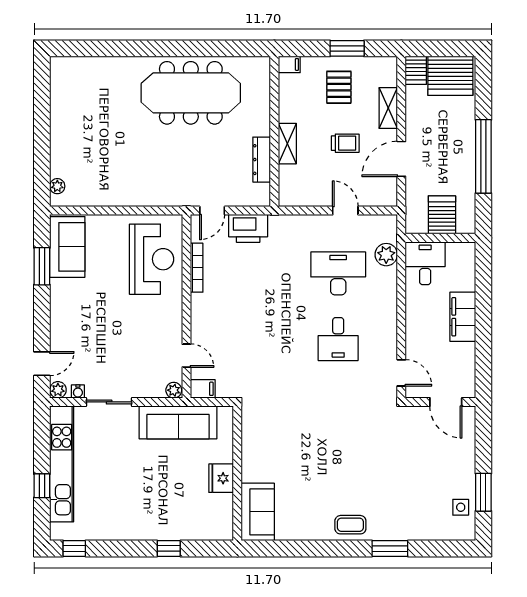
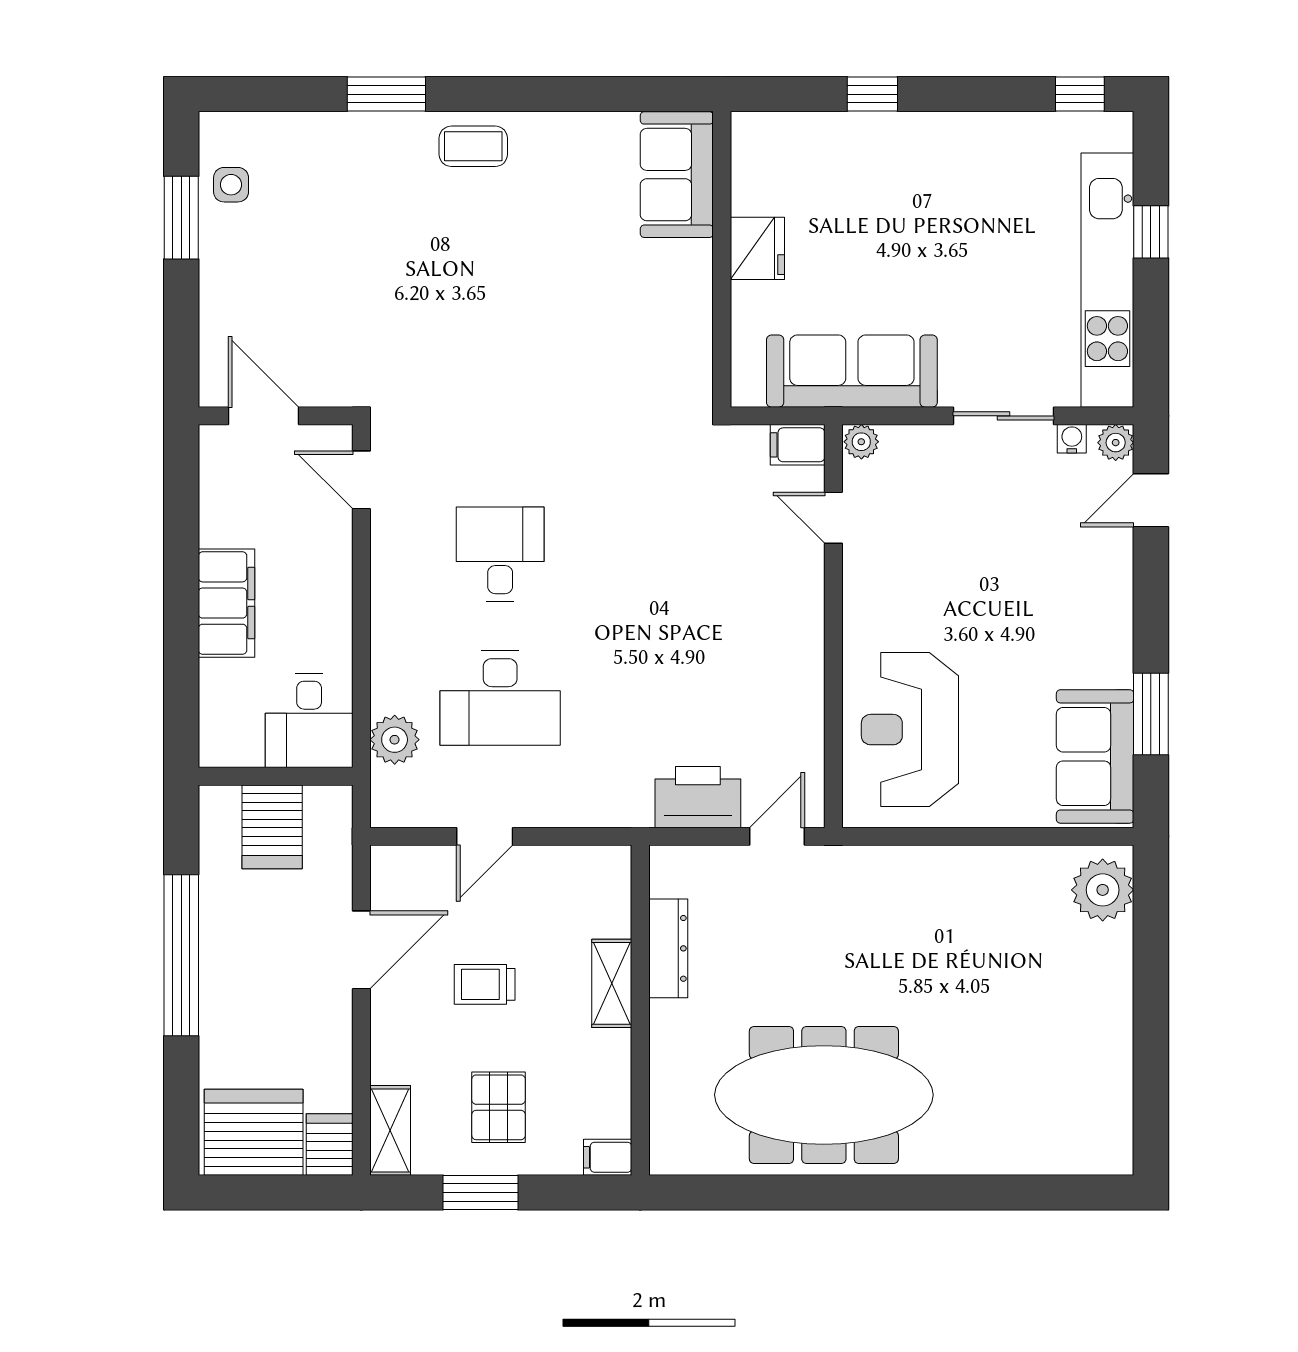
shelving: (388, 108) -> (390, 1130), moved
plant: (57, 186) -> (1103, 890), width x1.88, depth x1.88
door: (345, 211) -> (485, 836), hinge flipped
bookcase: (197, 268) -> (811, 711), removed

